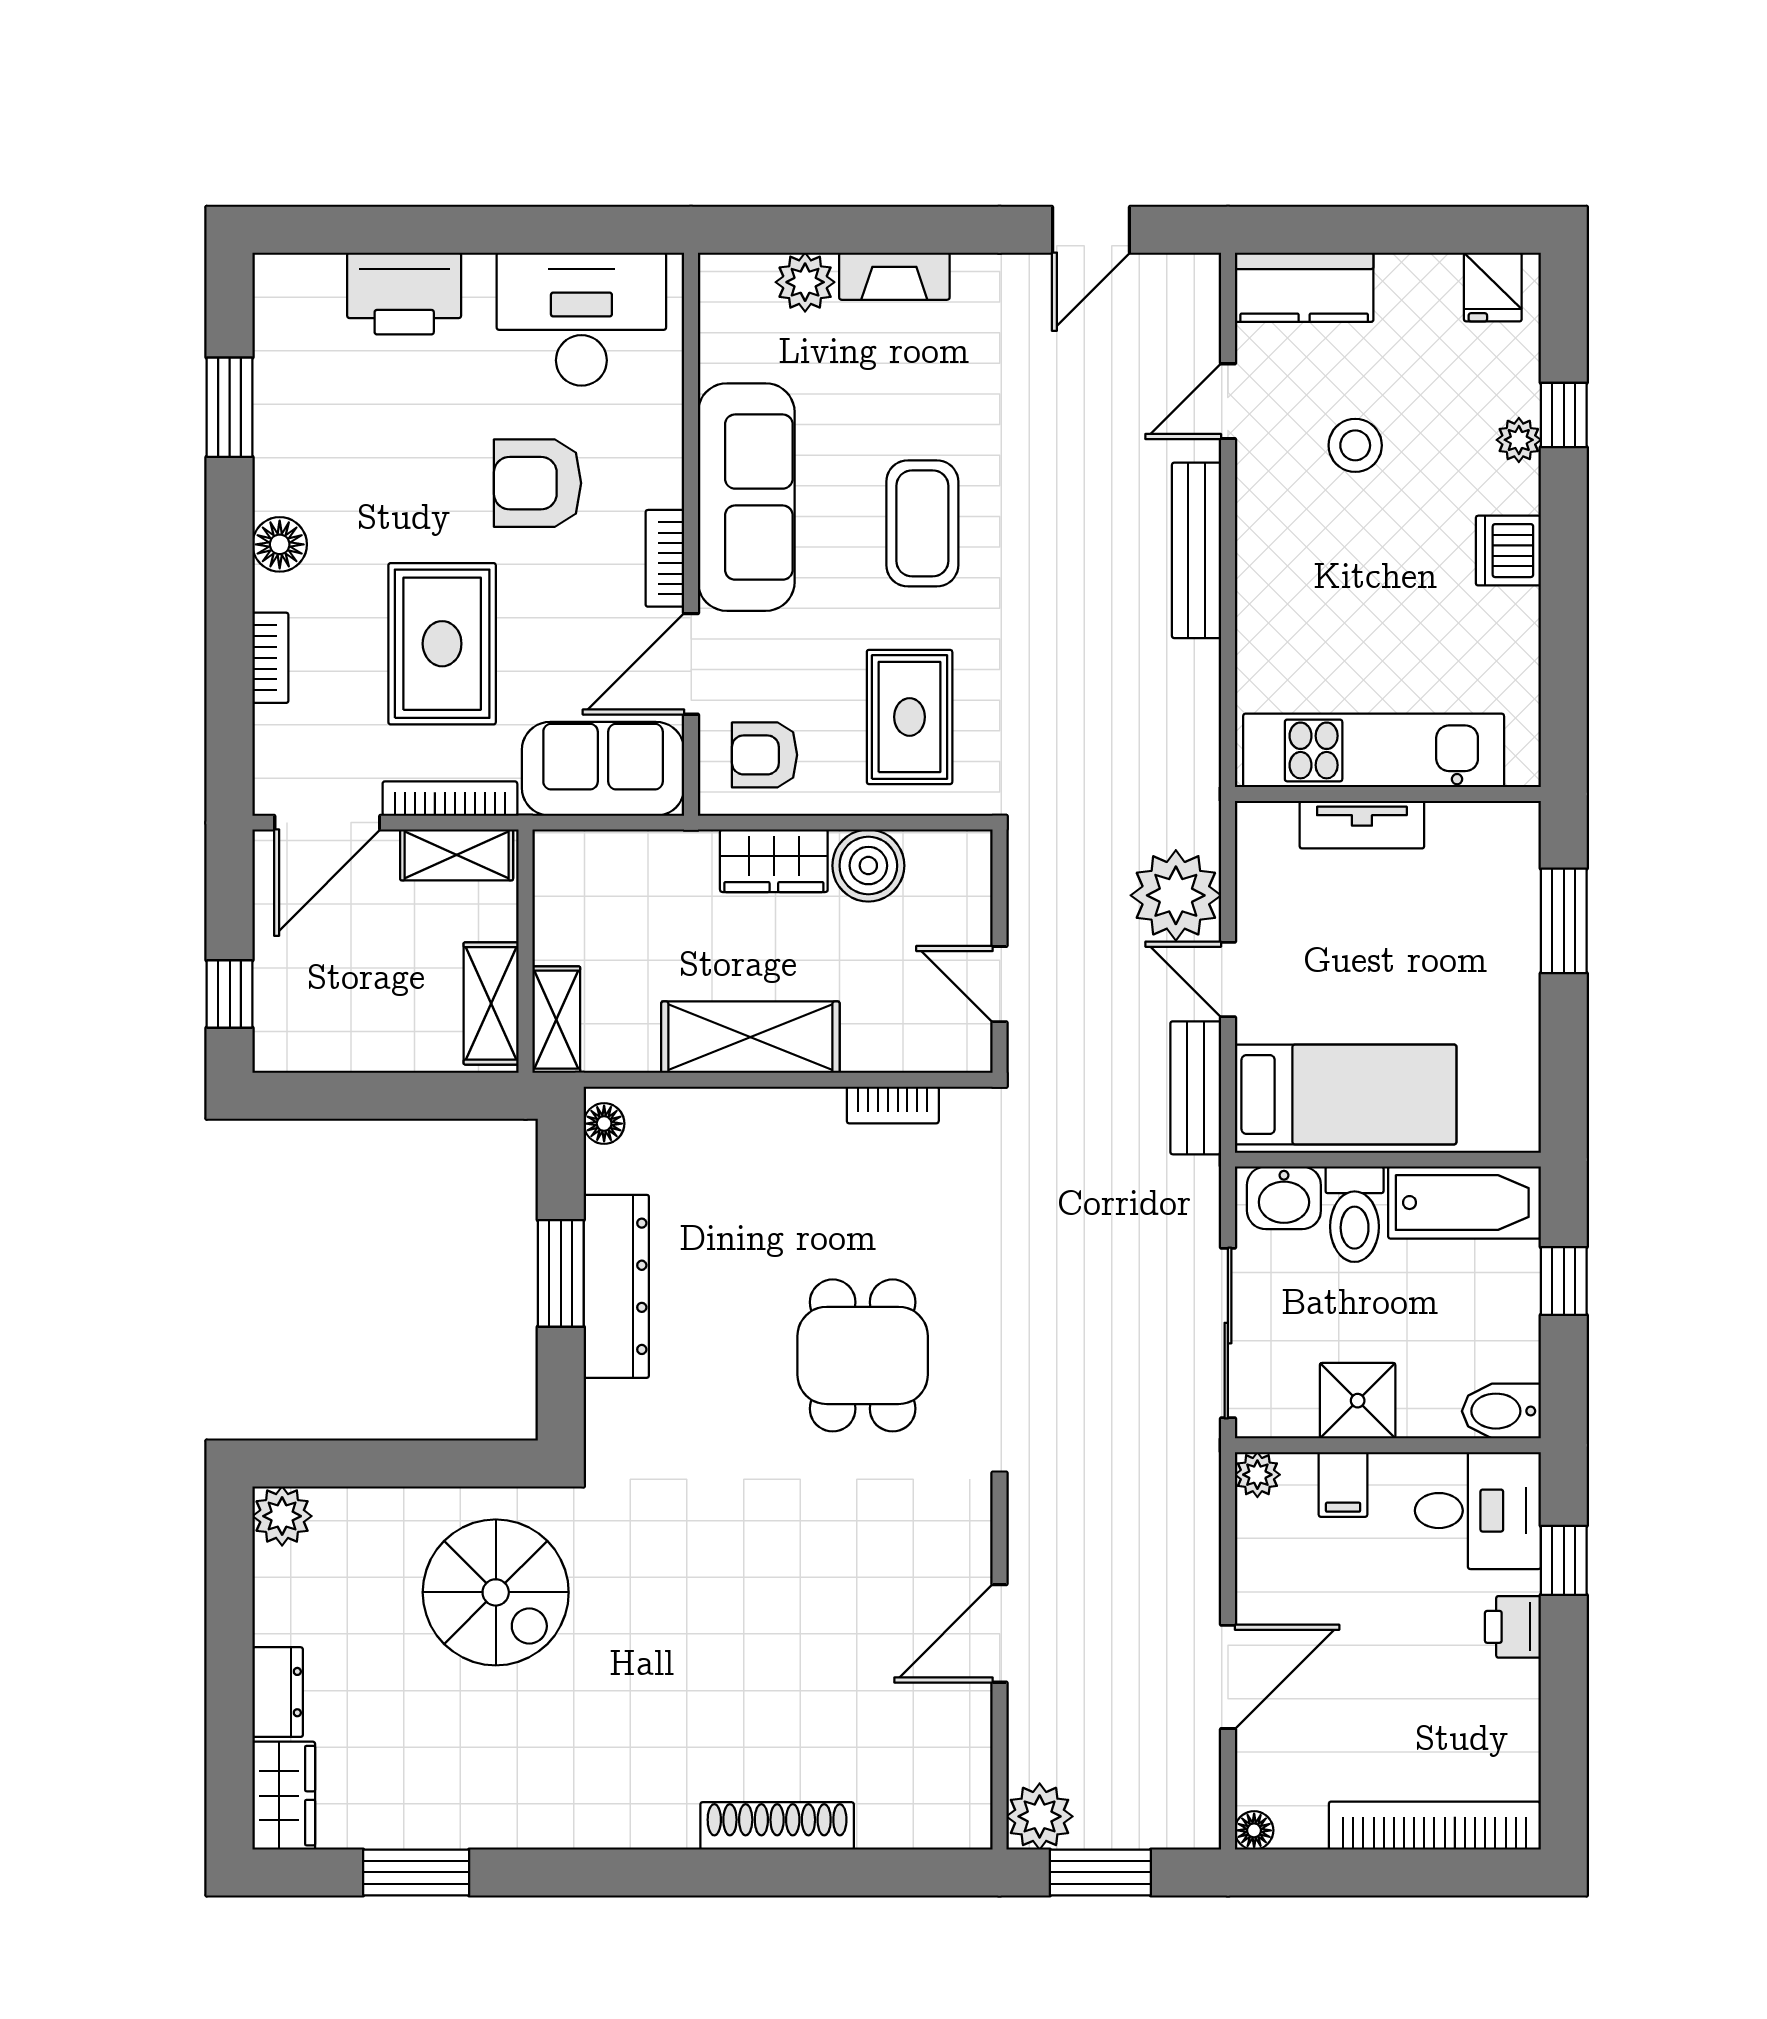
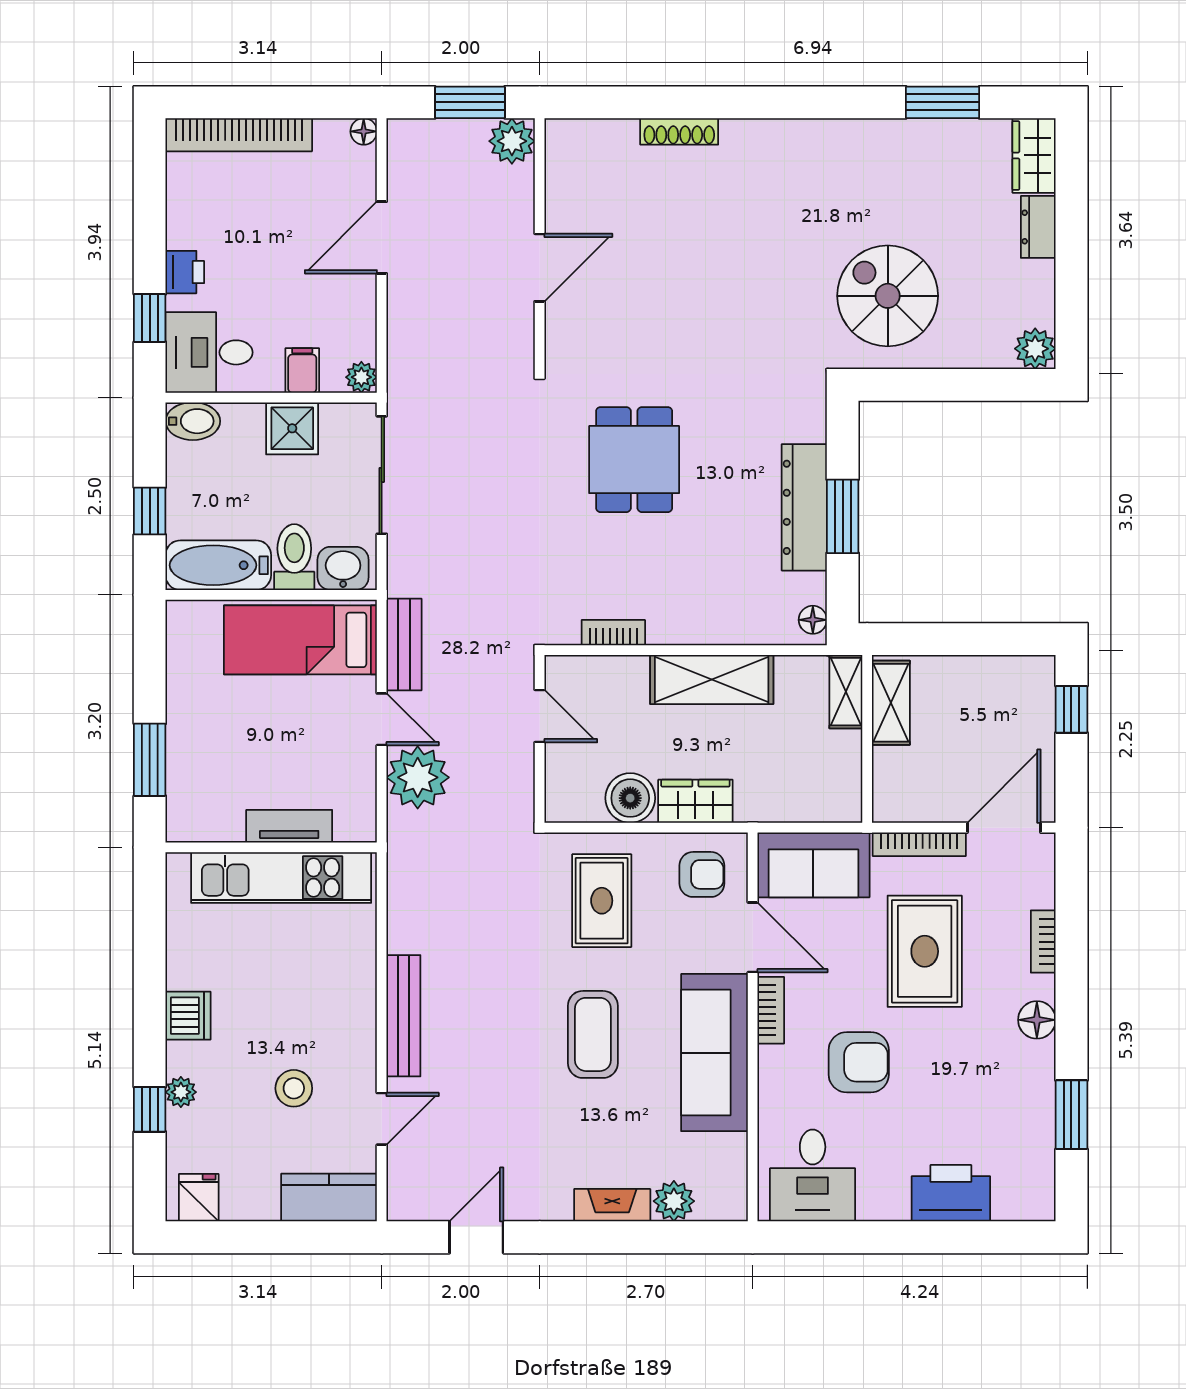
desk: (581, 319) -> (813, 1176), width x0.73
door: (691, 664) -> (753, 937), hinge flipped
shelving: (457, 855) -> (915, 805), removed
shoe rack: (777, 1826) -> (679, 131), width x0.74, depth x0.81

